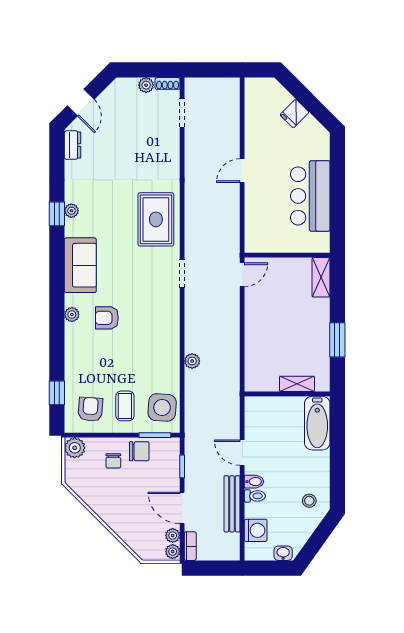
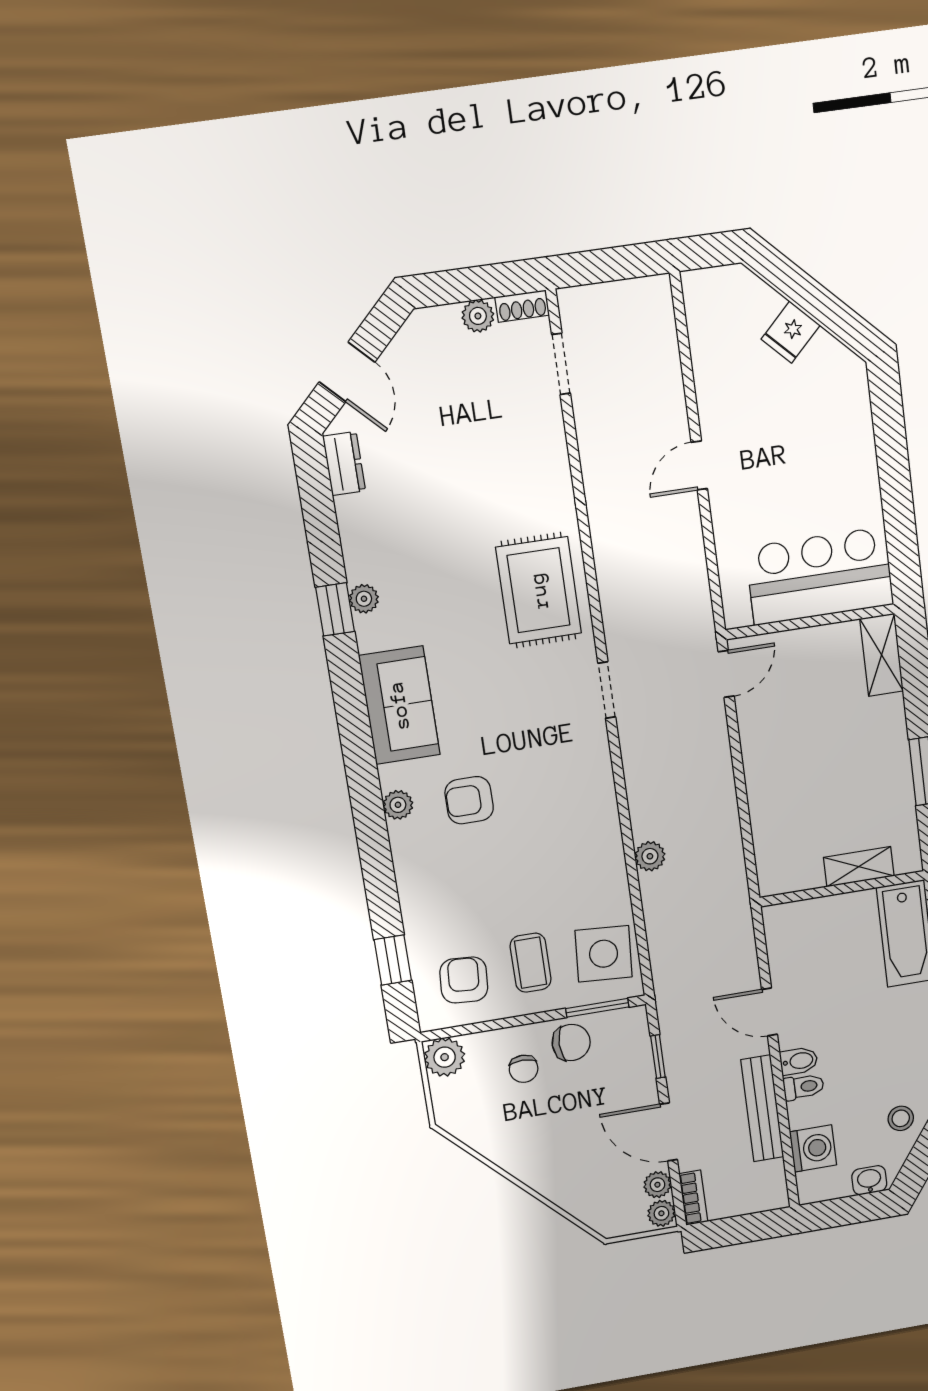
bar counter: (310, 196) -> (820, 576), moved, turned 90
stool: (309, 501) -> (901, 1118), moved

